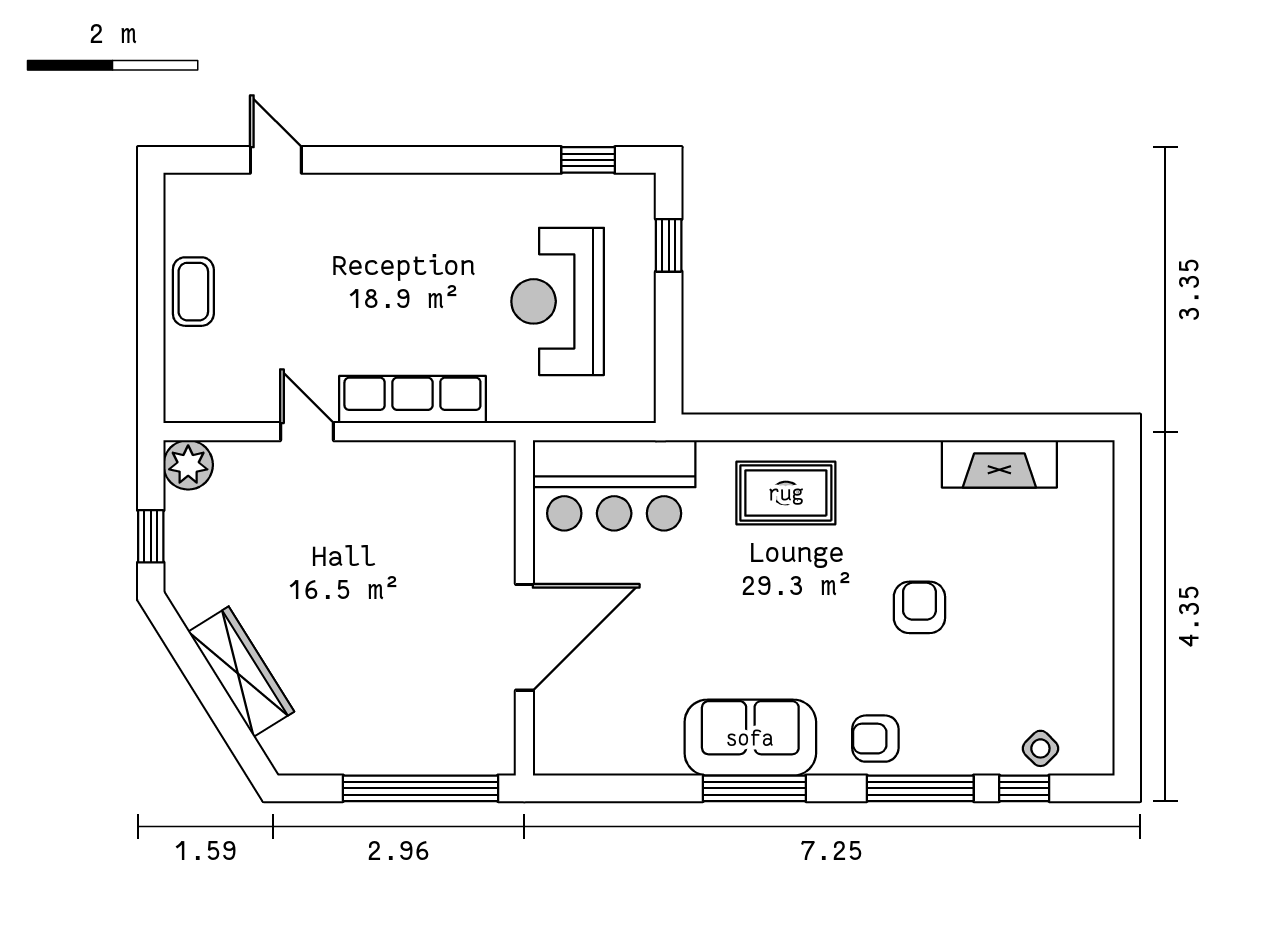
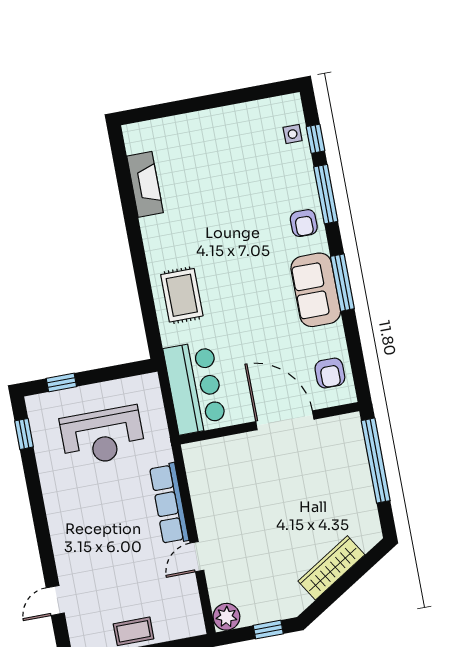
armchair: (919, 607) -> (330, 373), moved, turned -90
side table: (1040, 748) -> (293, 134), turned 45

